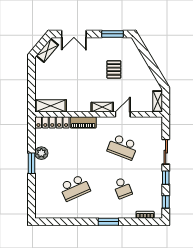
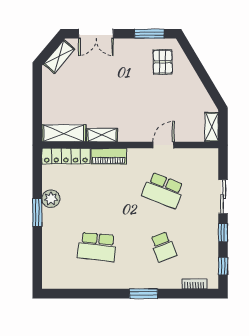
pallet: (114, 69) -> (163, 62), moved
shelving: (102, 107) -> (102, 135), moved
school desk: (75, 188) -> (97, 247), turned 30

